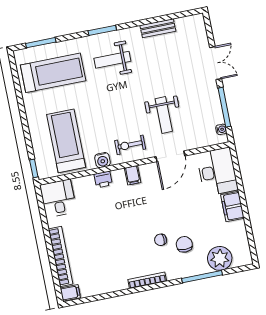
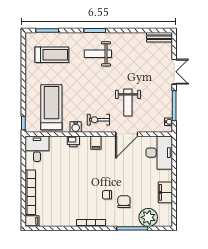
bench: (158, 28) -> (159, 37), moved
treadmill: (53, 73) -> (52, 55), width x0.73, depth x0.73
filing cabinet: (232, 206) -> (165, 192), moved

